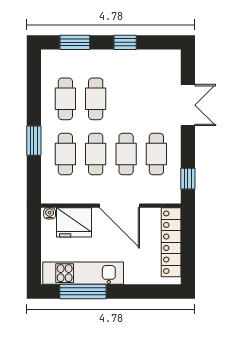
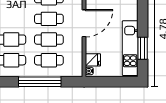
window: (34, 141) -> (40, 82), width x2.11
fridge: (74, 222) -> (93, 60), width x0.53, depth x0.75
window: (83, 291) -> (143, 48), width x0.69

